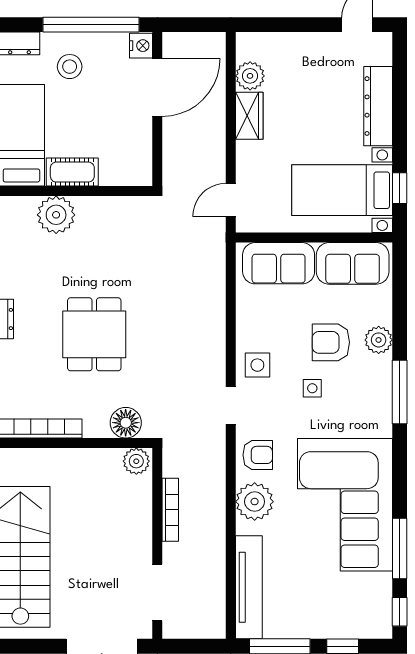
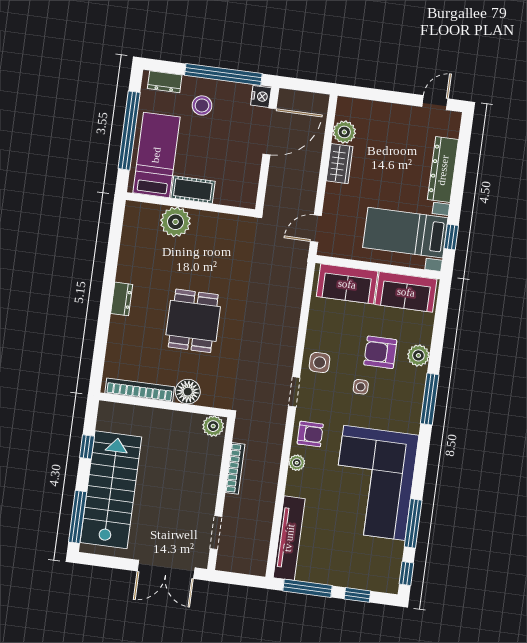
floor lamp: (126, 423) -> (188, 392), moved
plant: (255, 502) -> (297, 463), width x0.53, depth x0.53
doorway: (157, 593) -> (216, 533), width x0.73

